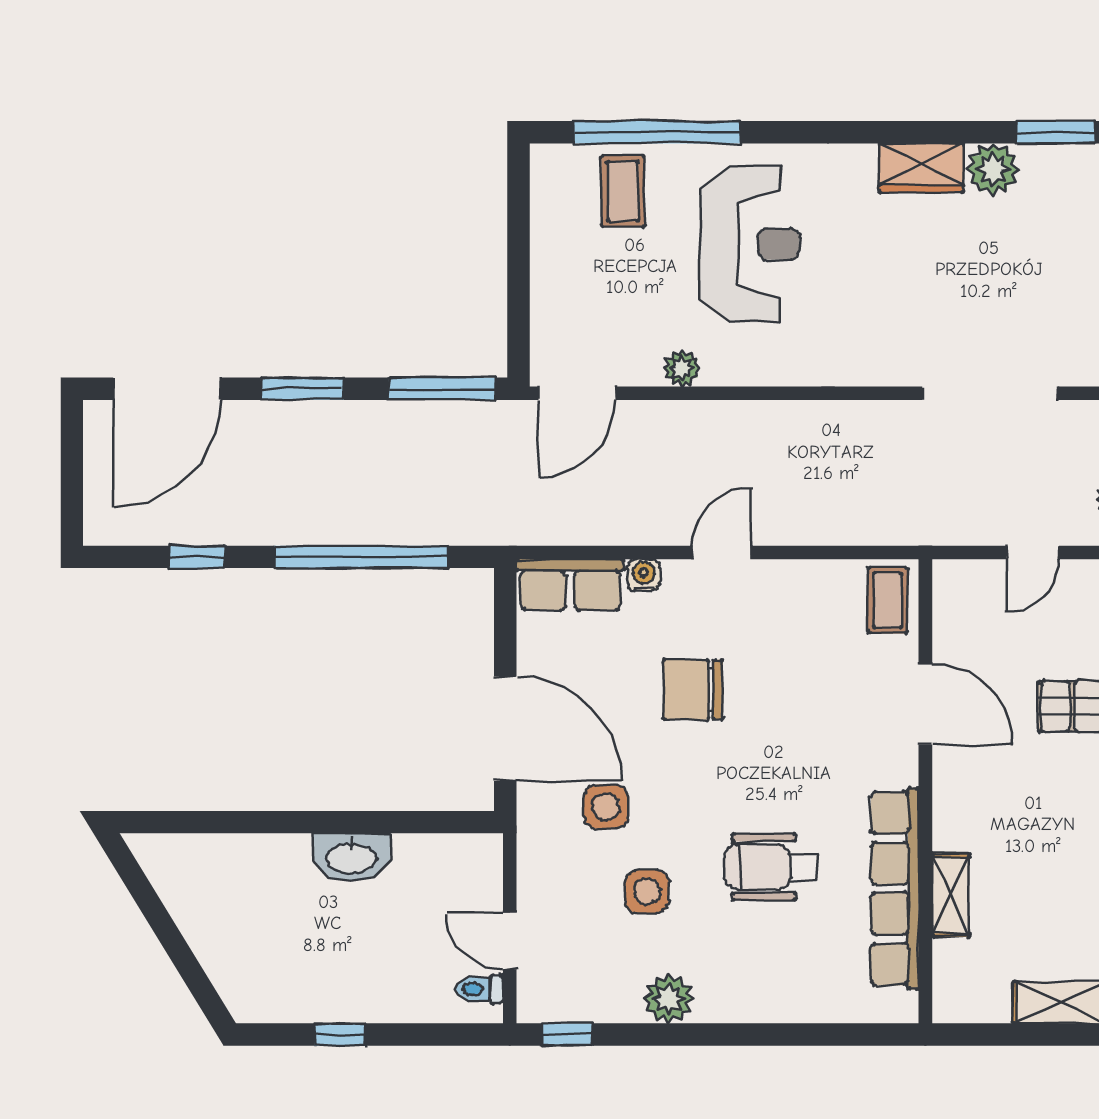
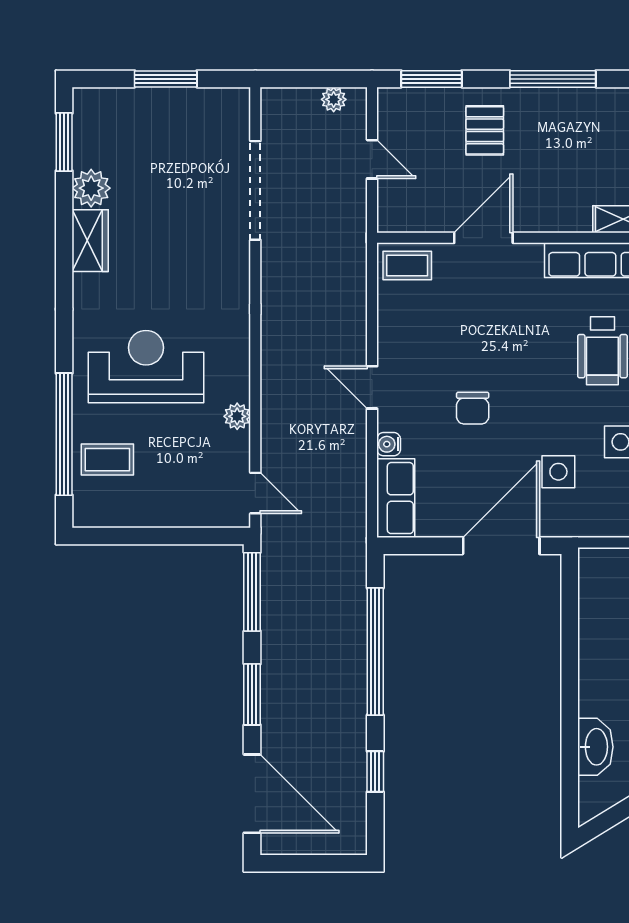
door: (577, 393) -> (255, 493), width x0.73
chair: (693, 690) -> (473, 408), width x0.73, depth x0.73
washbasin: (351, 857) -> (595, 747), moved

